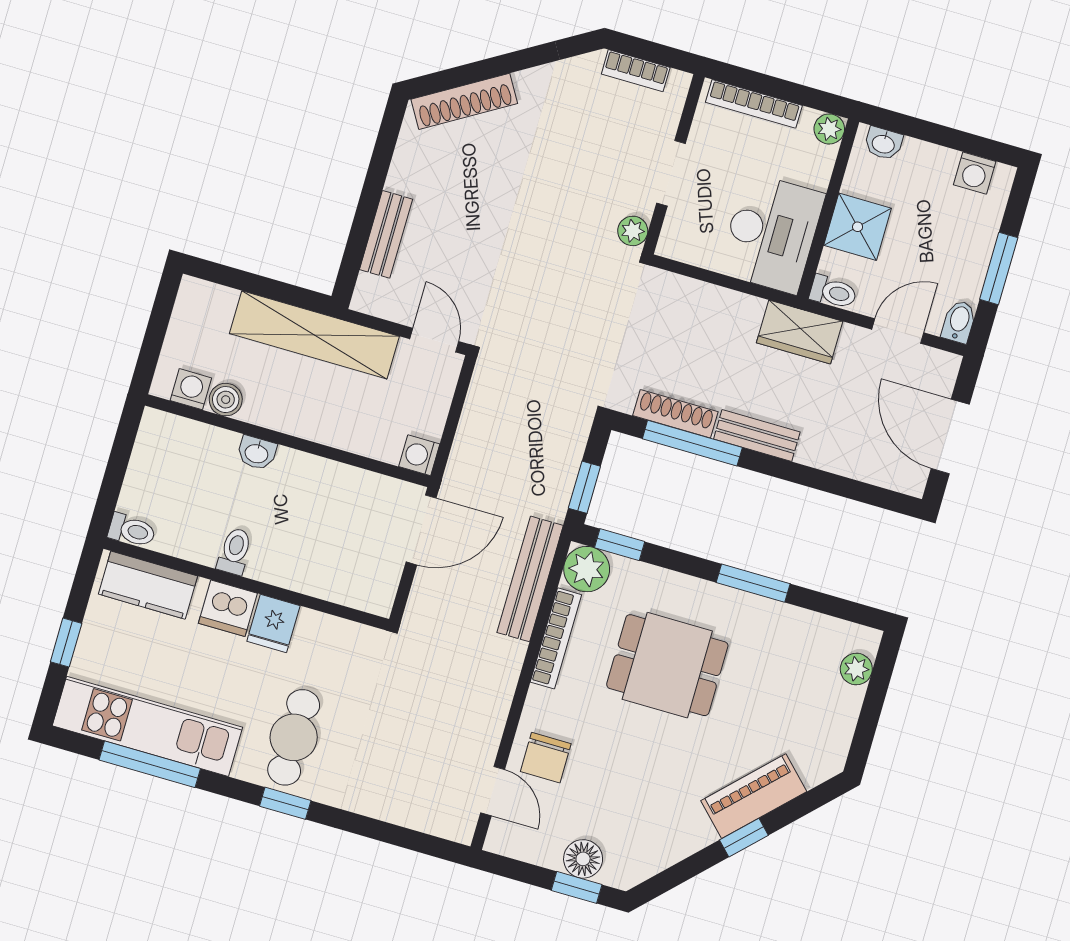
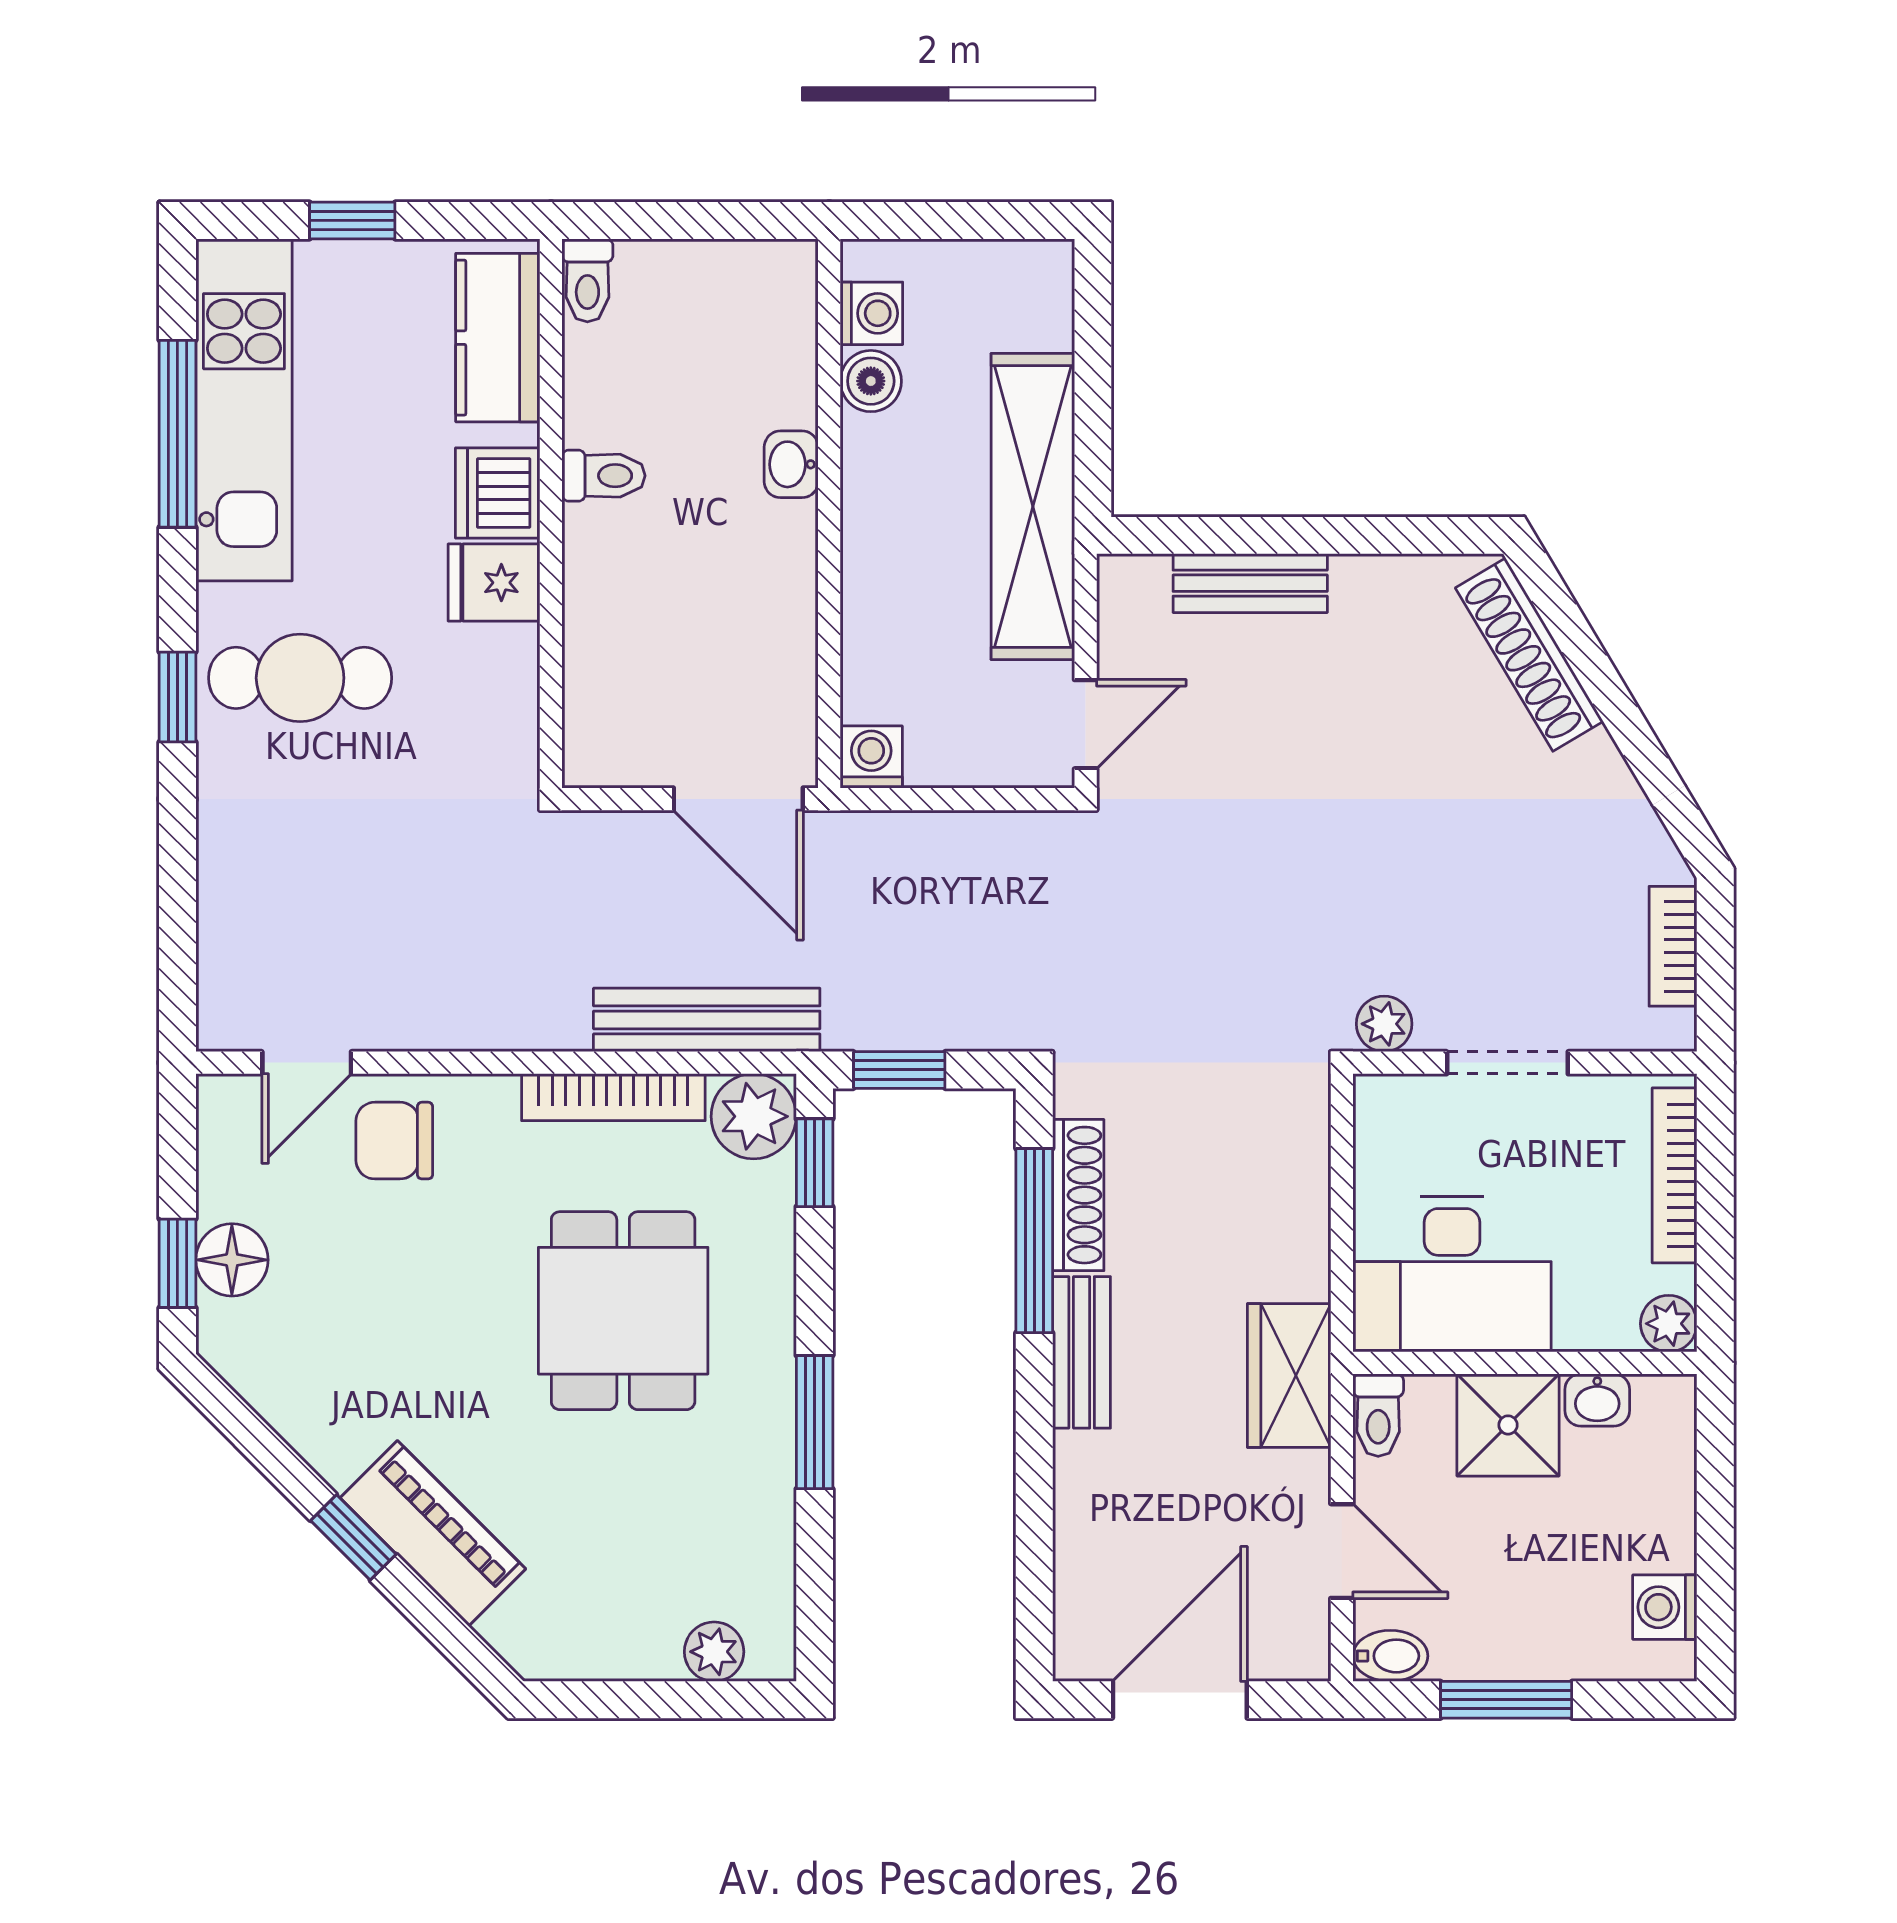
washbasin: (883, 143) -> (1597, 1400), moved, turned -90

